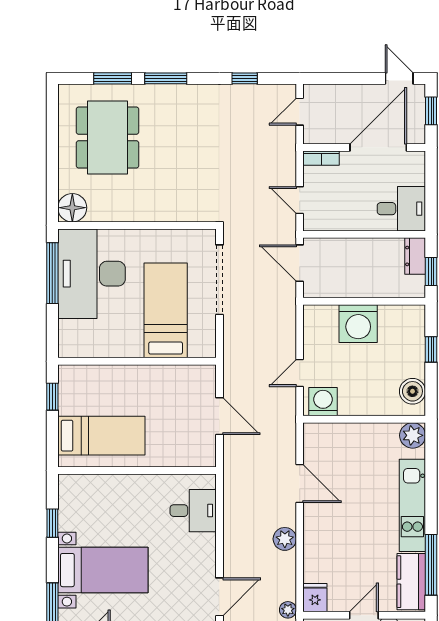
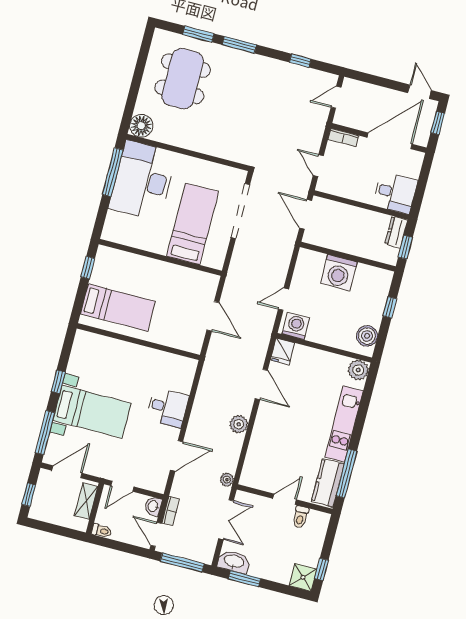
desk: (193, 511) -> (168, 407), moved
window: (52, 523) -> (58, 382), moved
fridge: (315, 598) -> (283, 352), moved, turned 180

